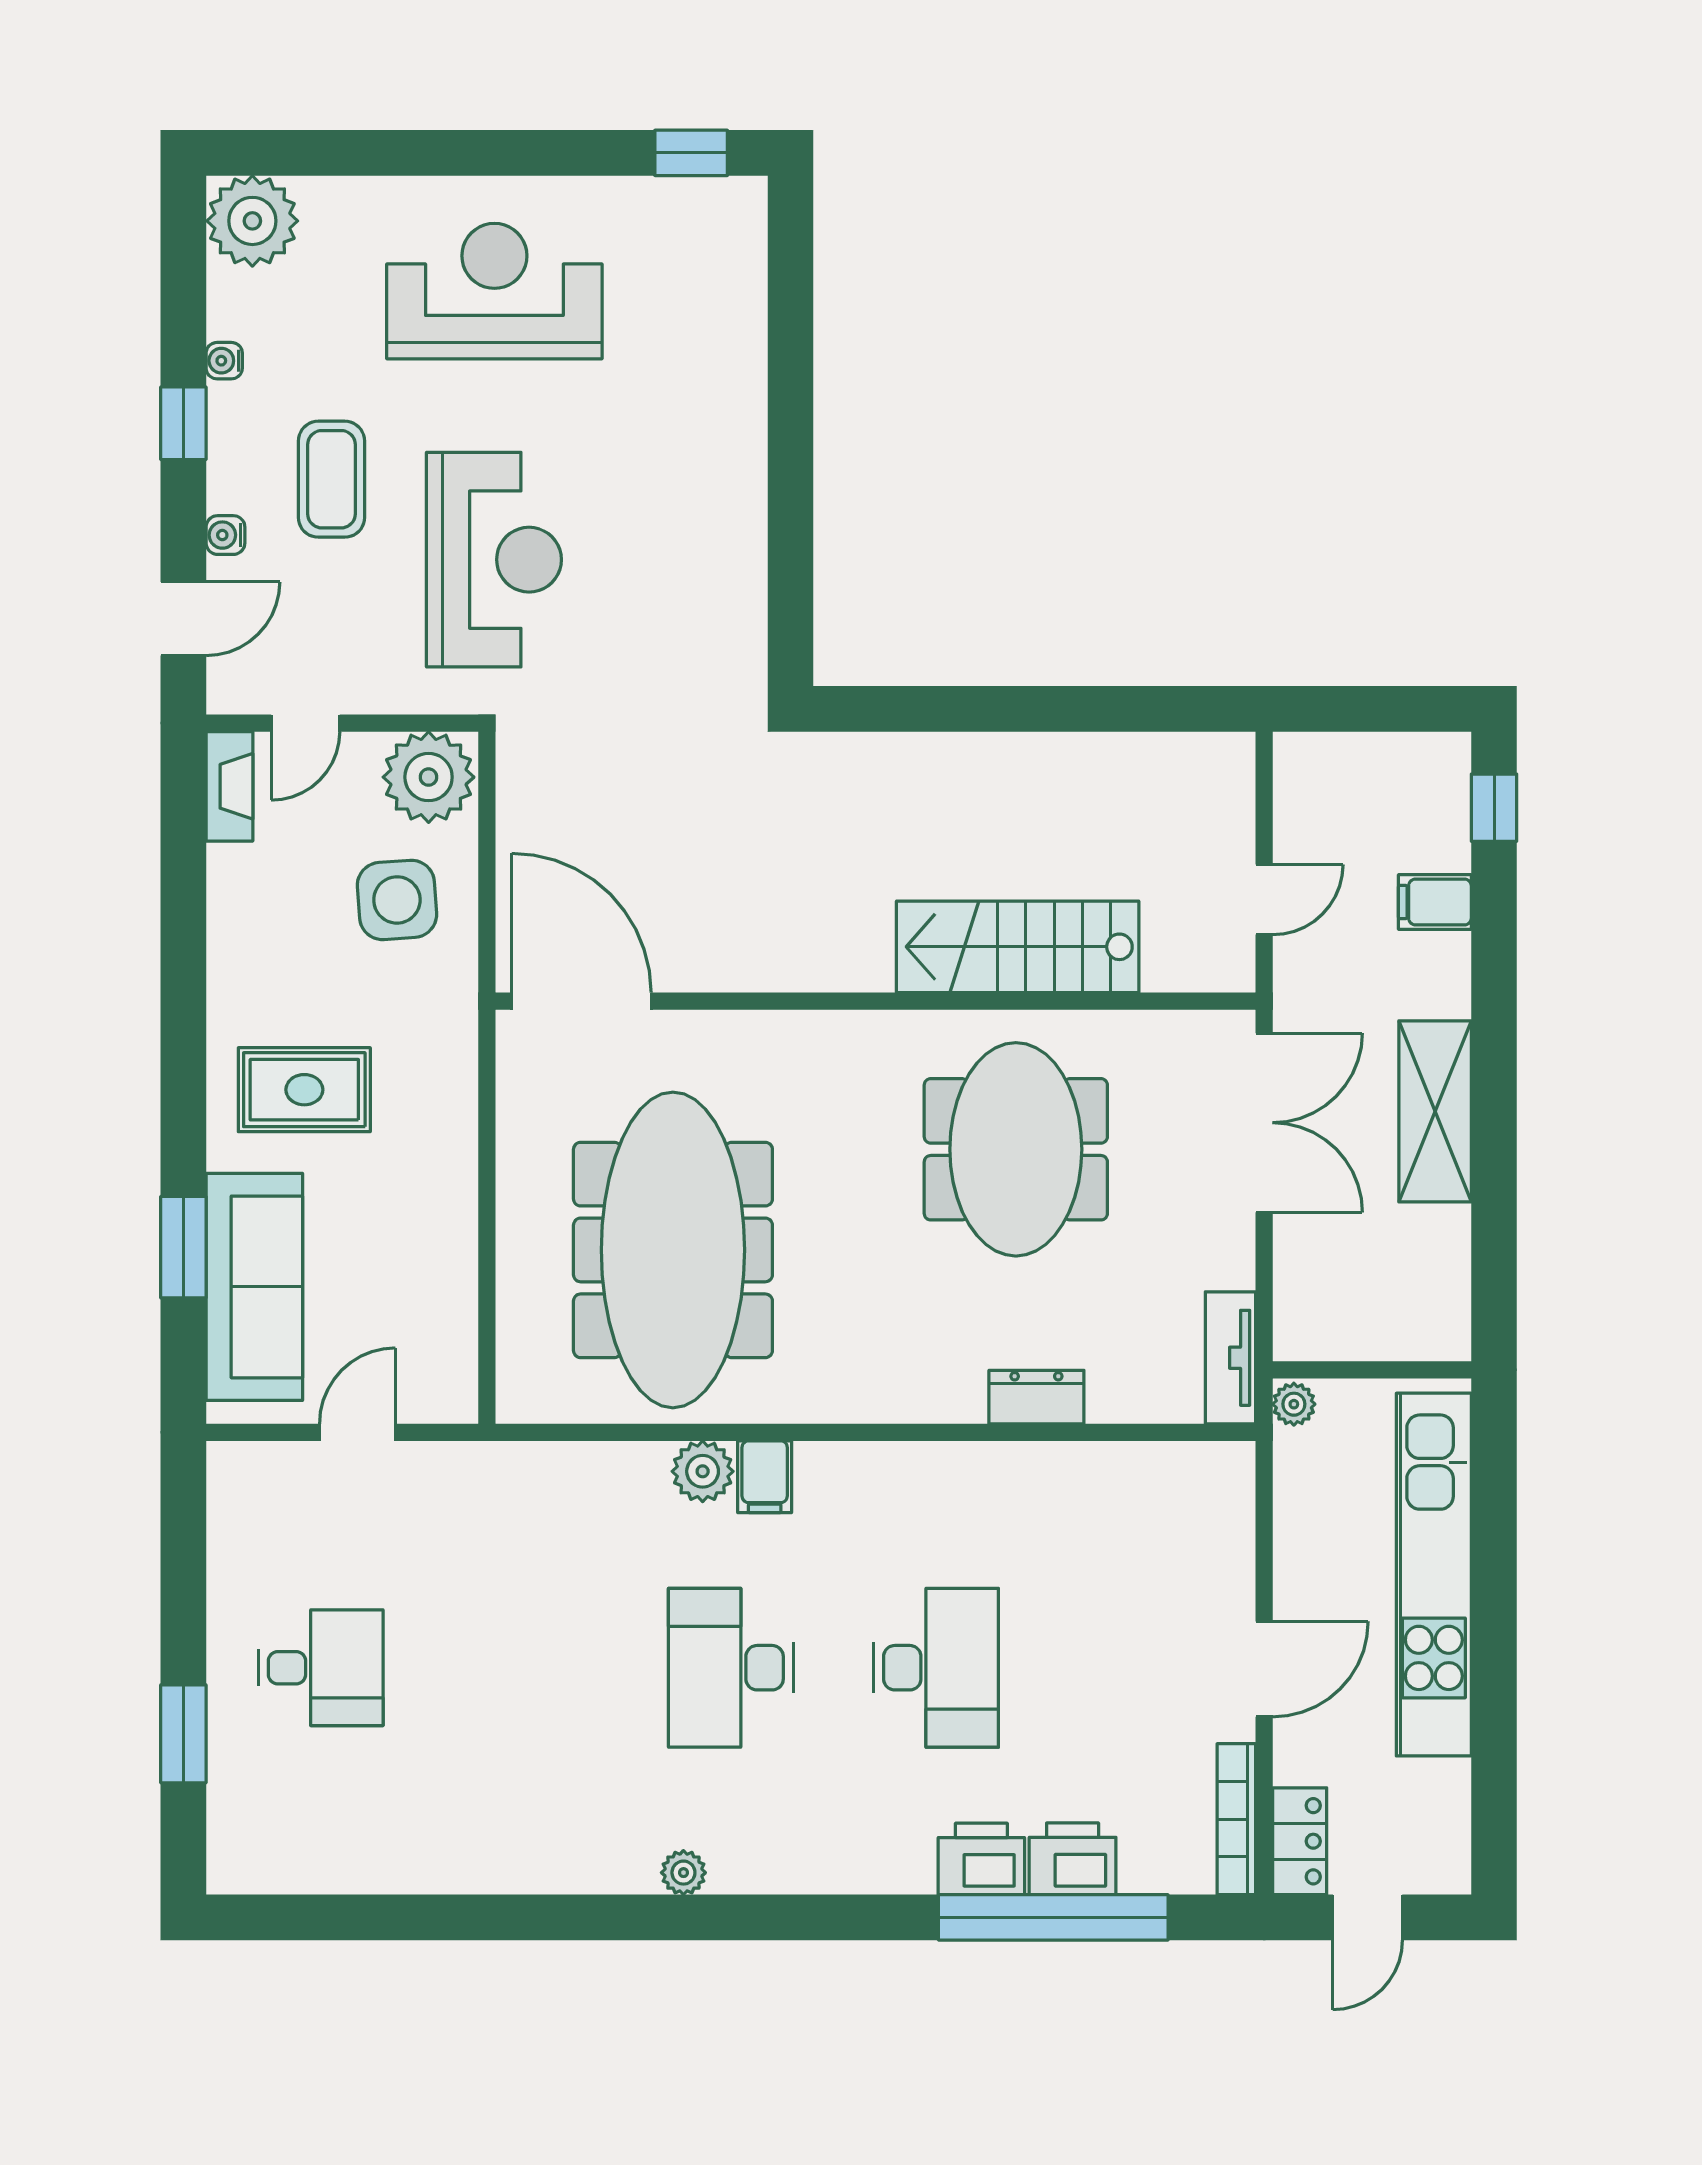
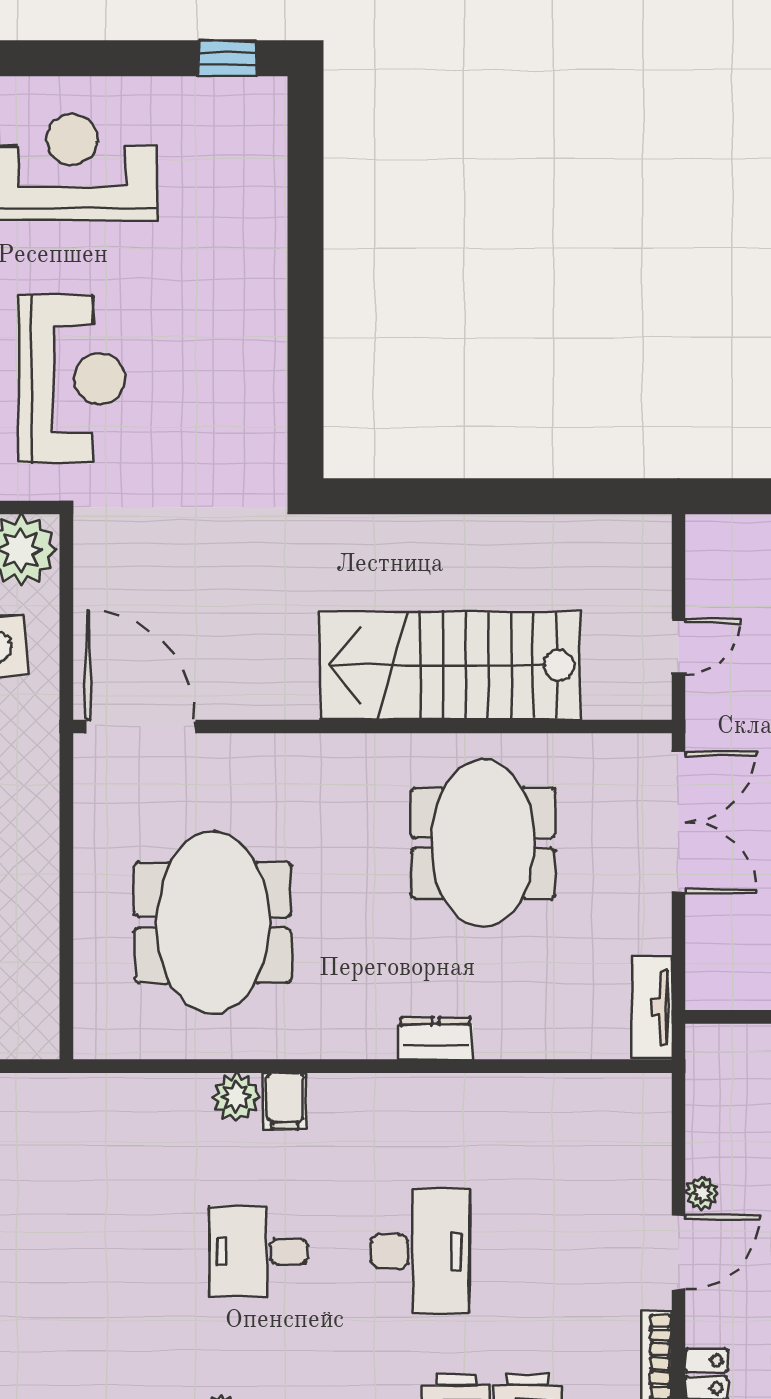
stairs: (1018, 947) -> (450, 666), width x1.36, depth x1.51
meeting table: (673, 1250) -> (213, 922), width x0.73
dresser: (1036, 1397) -> (435, 1038), moved
plant: (1294, 1404) -> (702, 1193), moved
desk: (731, 1668) -> (258, 1252), width x0.73

